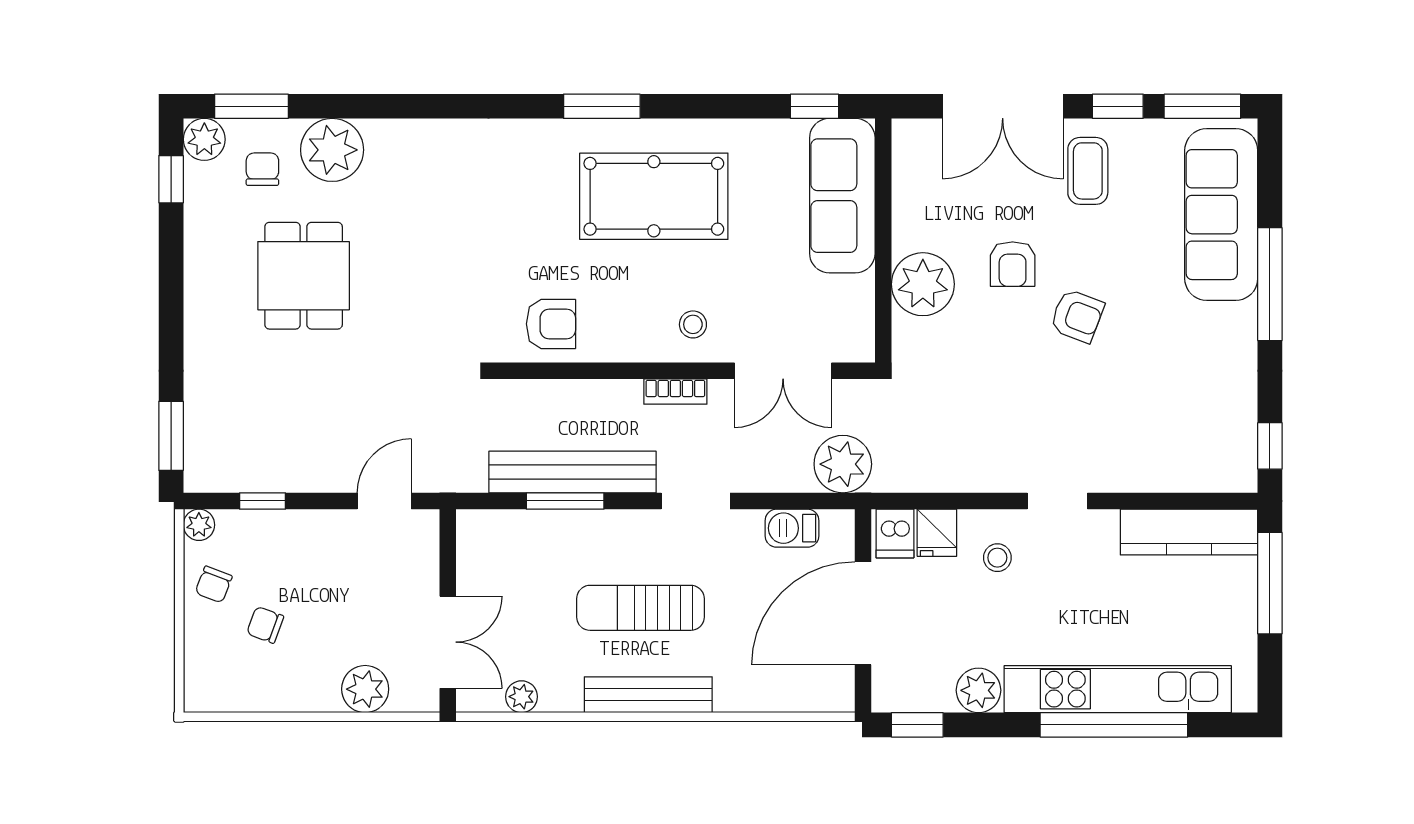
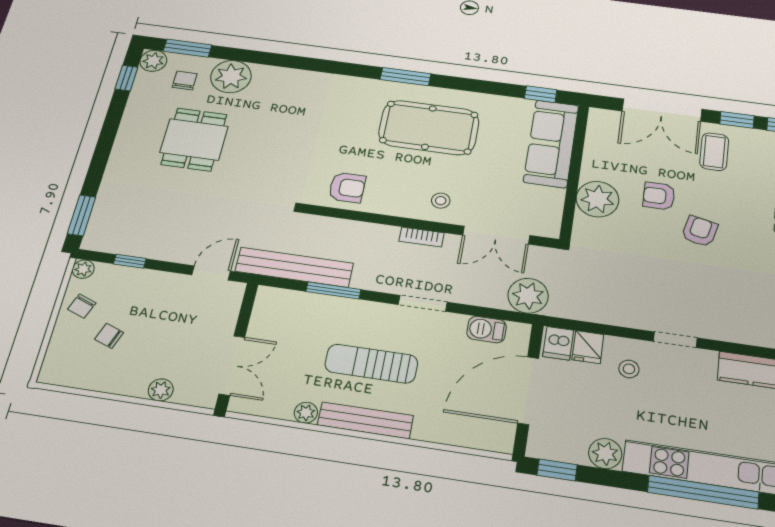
armchair: (1013, 264) -> (659, 196), turned 90
armchair: (1077, 316) -> (700, 231), turned -98
bench: (572, 472) -> (294, 267), moved
plant: (365, 689) -> (161, 390), width x0.73, depth x0.73
plant: (522, 697) -> (306, 413), moved

